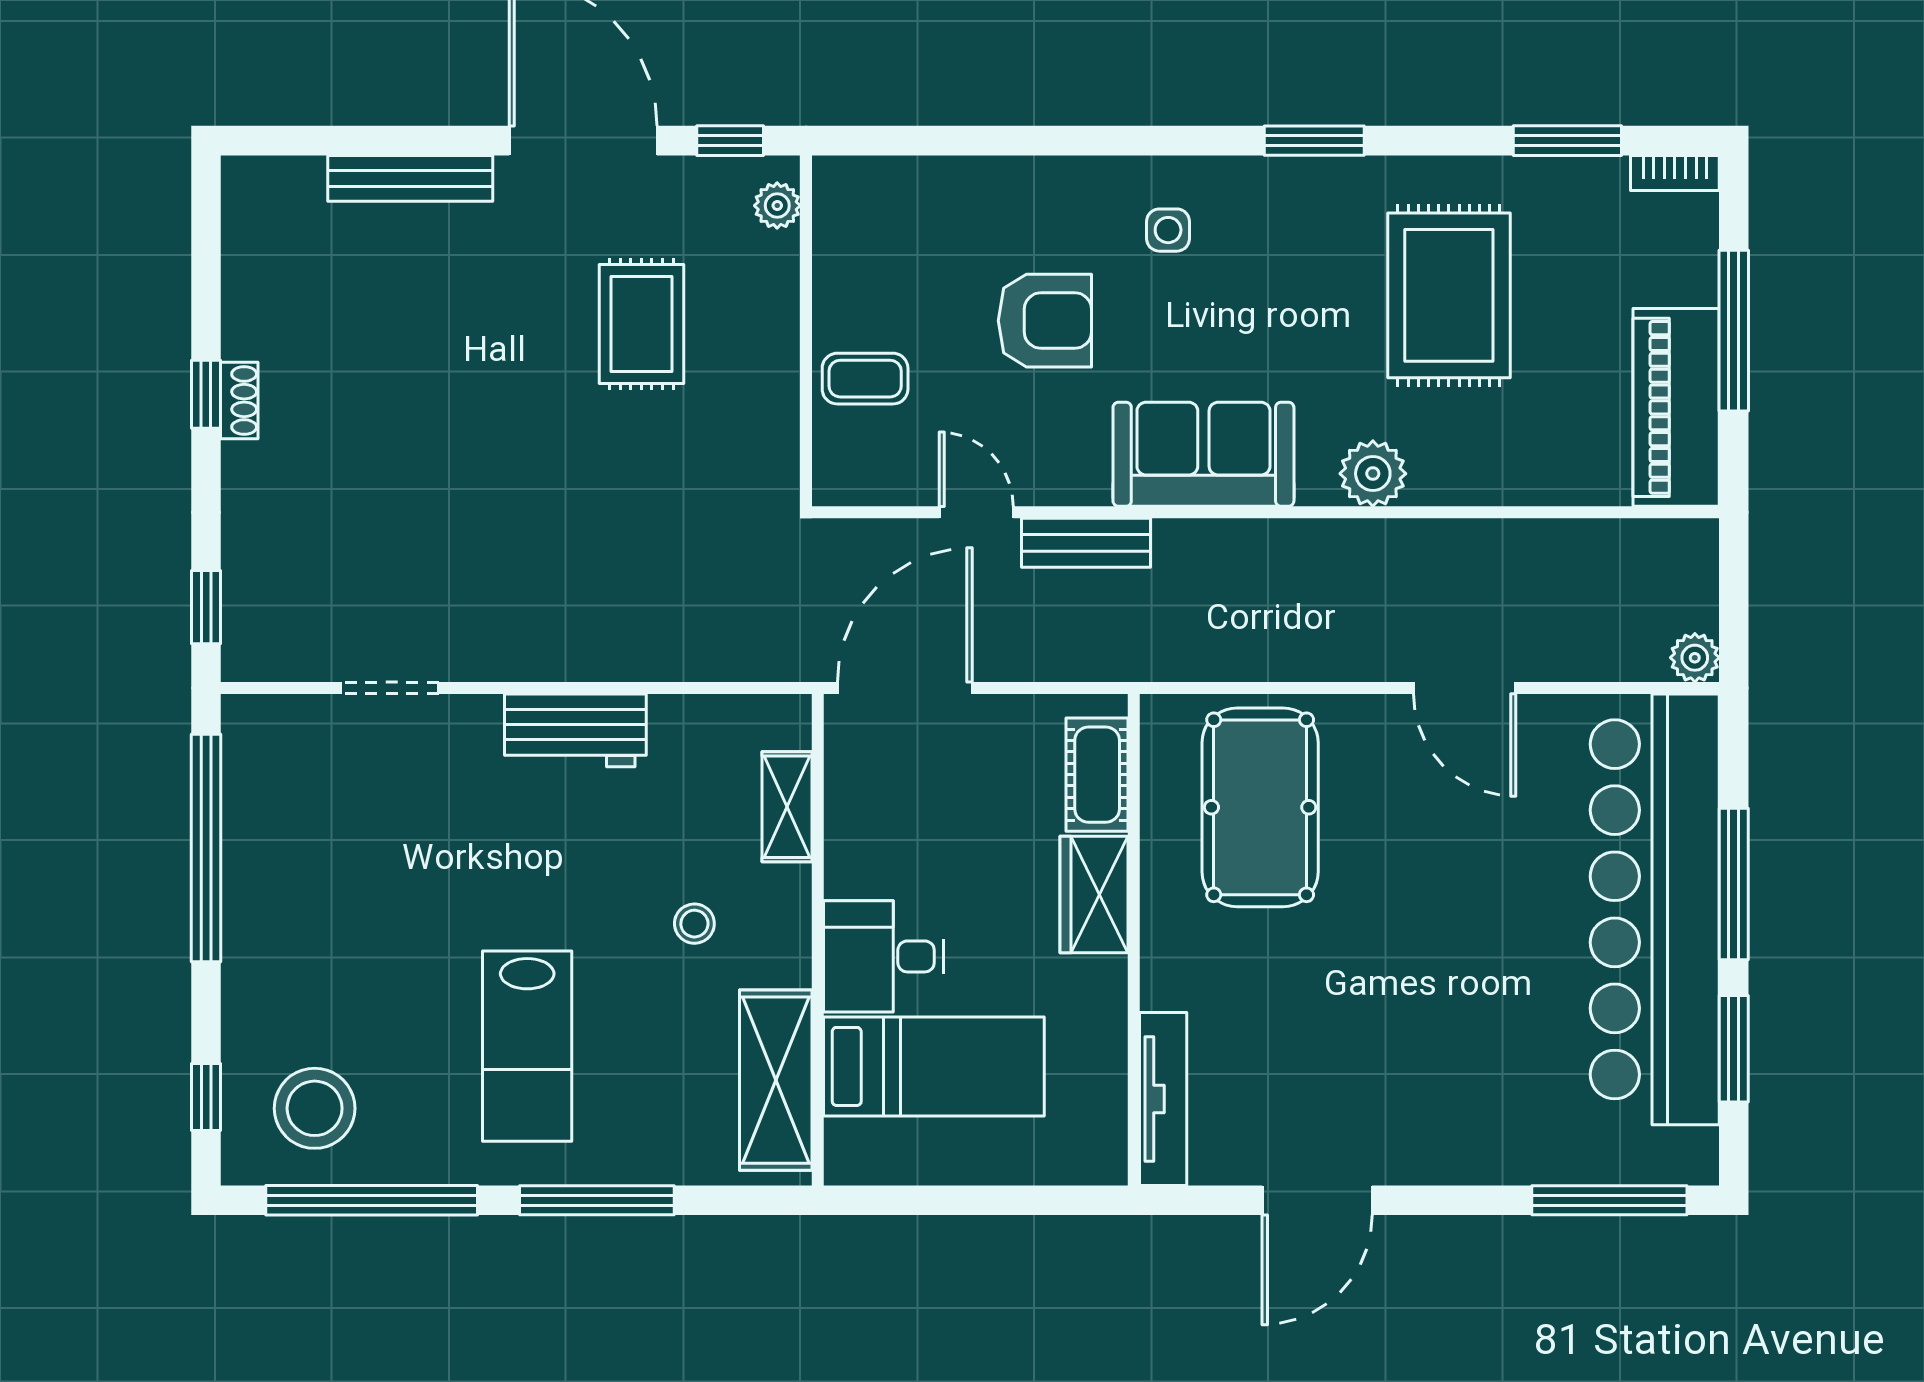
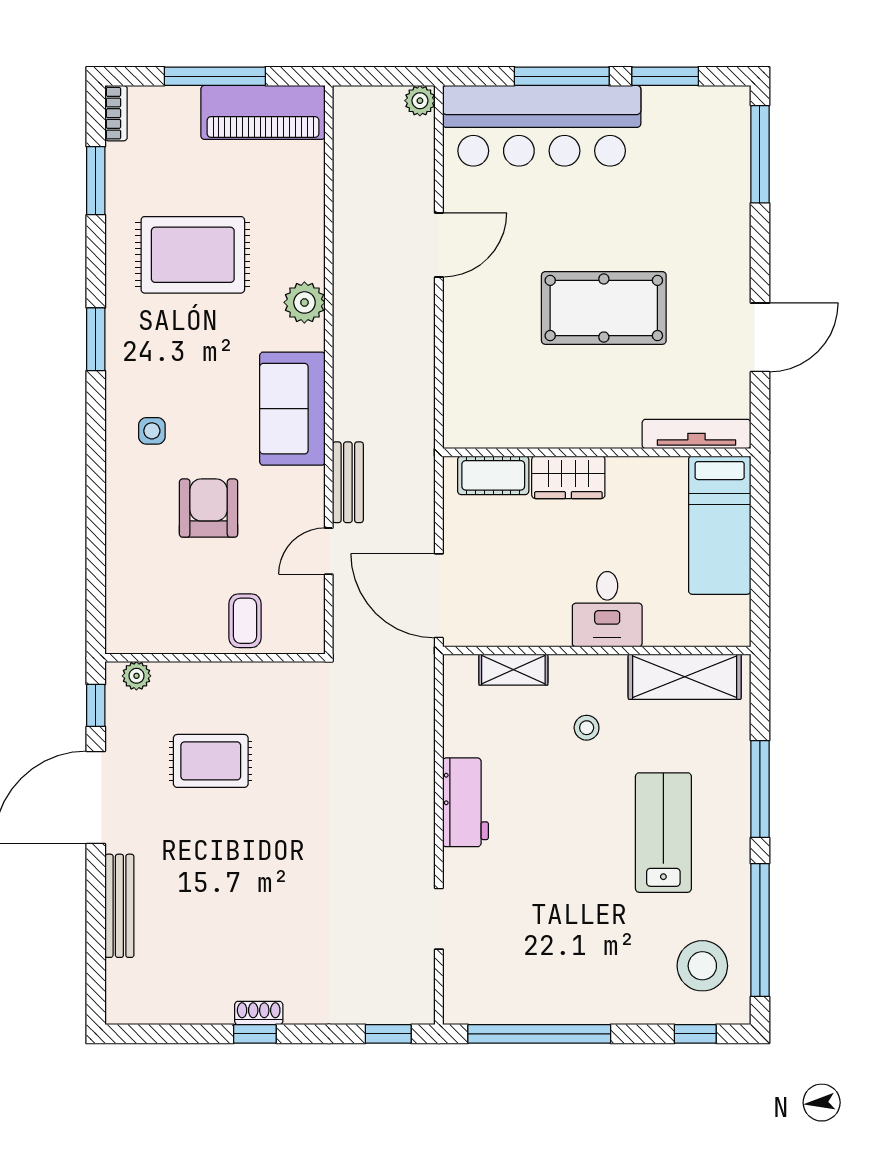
pool table: (1260, 807) -> (604, 308), moved
bar counter: (1655, 909) -> (542, 126), width x0.73
lab bench: (527, 1046) -> (663, 833), turned -90
bed: (934, 1066) -> (720, 525), moved, turned 180
door: (1317, 1200) -> (760, 337), hinge flipped

